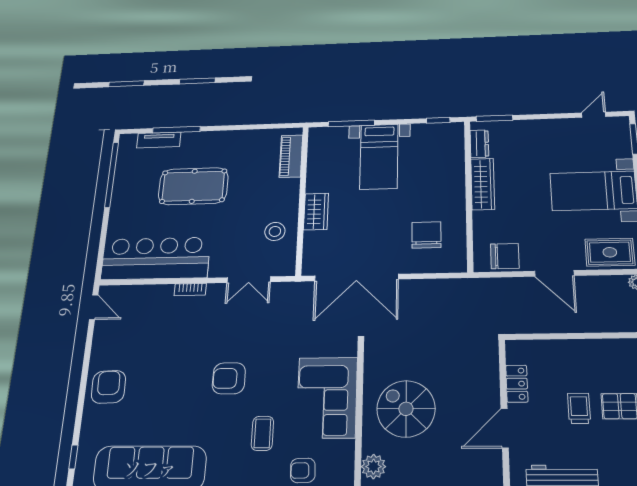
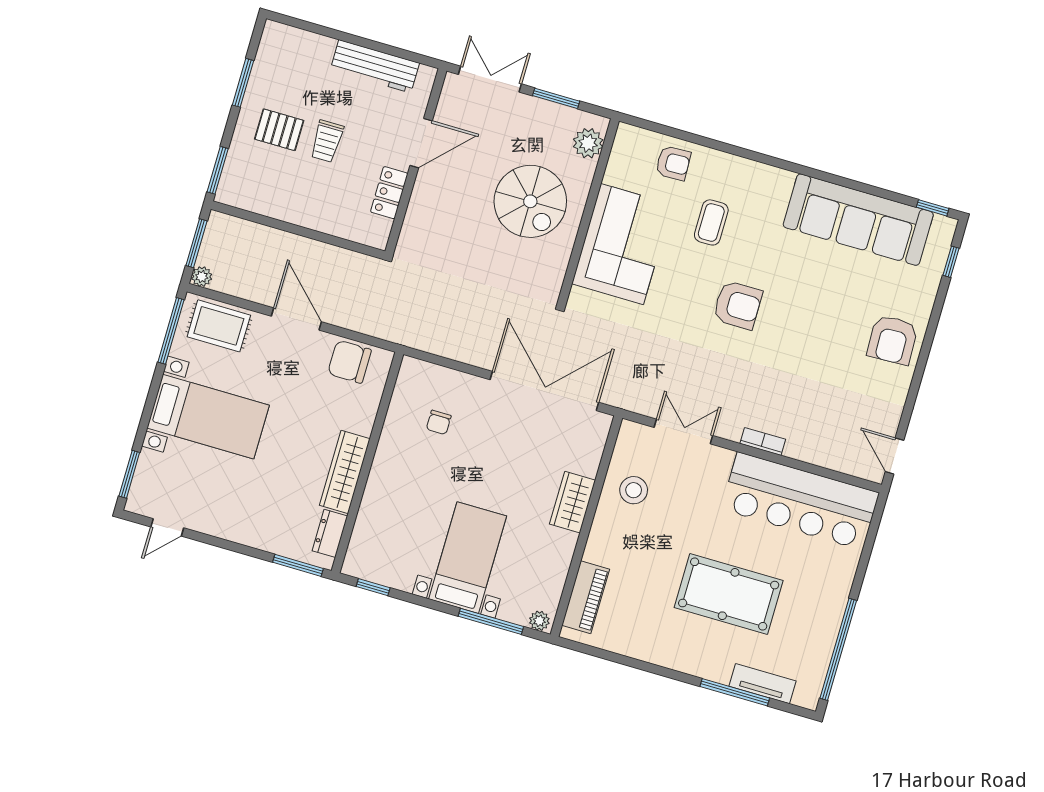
plant: (319, 133) -> (539, 621), added
chair: (427, 235) -> (439, 422), width x0.54, depth x0.54

